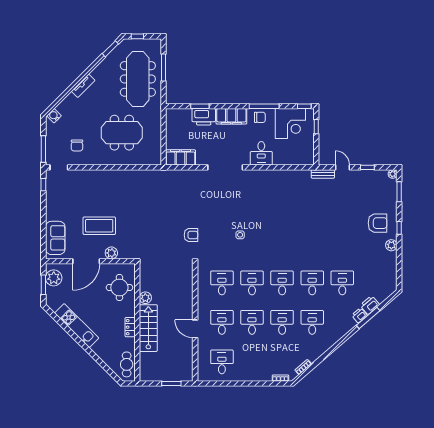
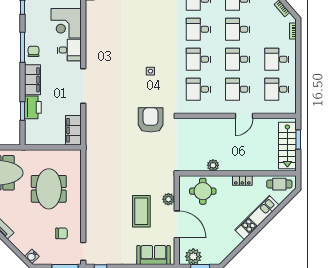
corner desk: (290, 123) -> (66, 23), moved, turned 180
armchair: (191, 235) -> (151, 120), width x1.88, depth x1.88
kitchen unit: (77, 326) -> (257, 217), moved
stairs: (148, 328) -> (287, 146), moved, turned -90
desk: (252, 362) -> (277, 59), added

